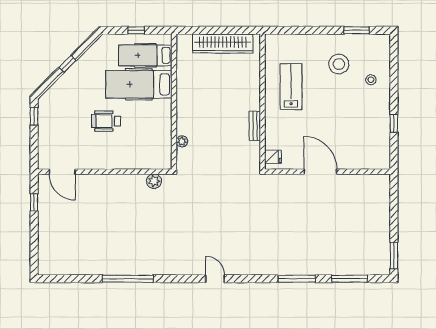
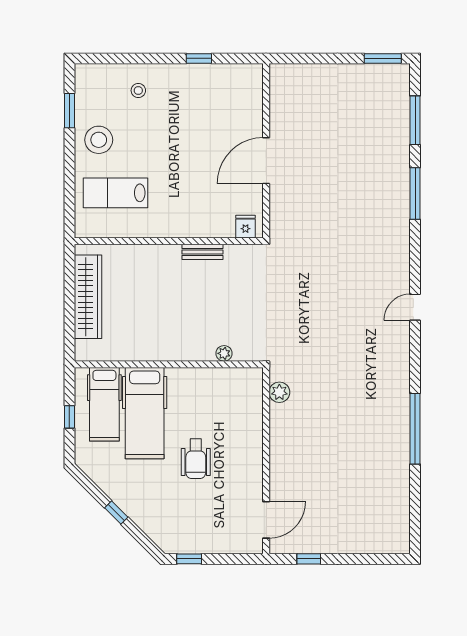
stool: (339, 64) -> (99, 140), moved
lab bench: (291, 87) -> (115, 193), moved

